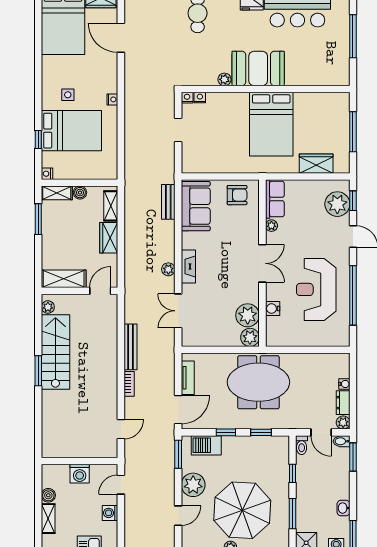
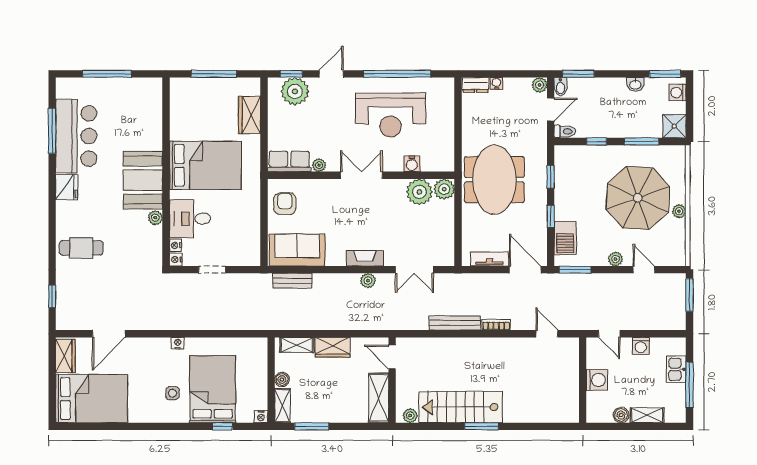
desk: (224, 110) -> (190, 219), added
dresser: (343, 403) -> (476, 85), moved
plant: (193, 485) -> (616, 259), width x0.53, depth x0.53

